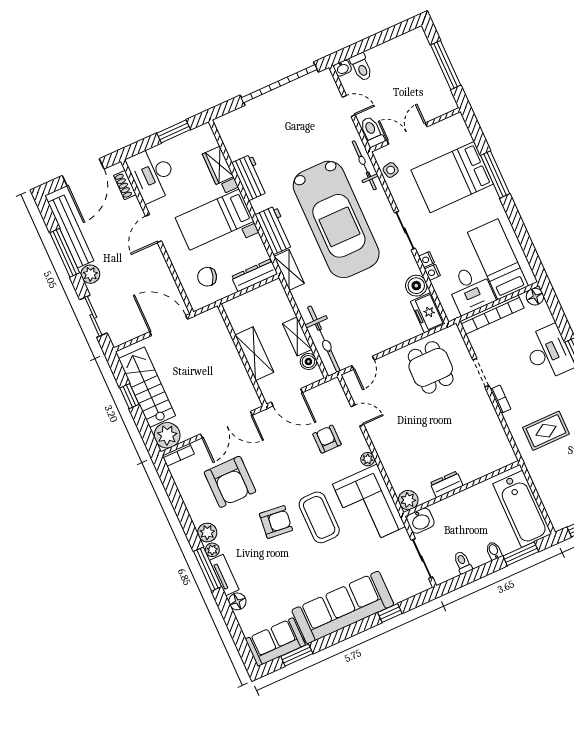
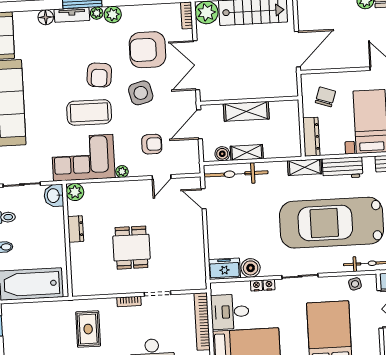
dining table: (431, 367) -> (131, 248), moved, turned 90
side table: (278, 471) -> (141, 93), added

